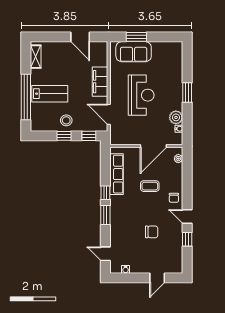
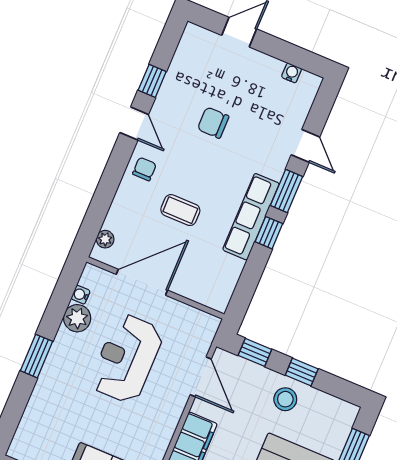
reception desk: (141, 95) -> (127, 359), moved
row of seats: (117, 174) -> (251, 217), moved
door: (105, 254) -> (305, 146), moved

